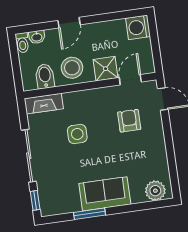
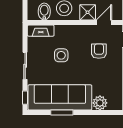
sliding door: (29, 156) -> (25, 66), width x0.73
plant: (155, 191) -> (100, 103), moved
sofa: (105, 194) -> (60, 97), width x1.85, depth x1.27

